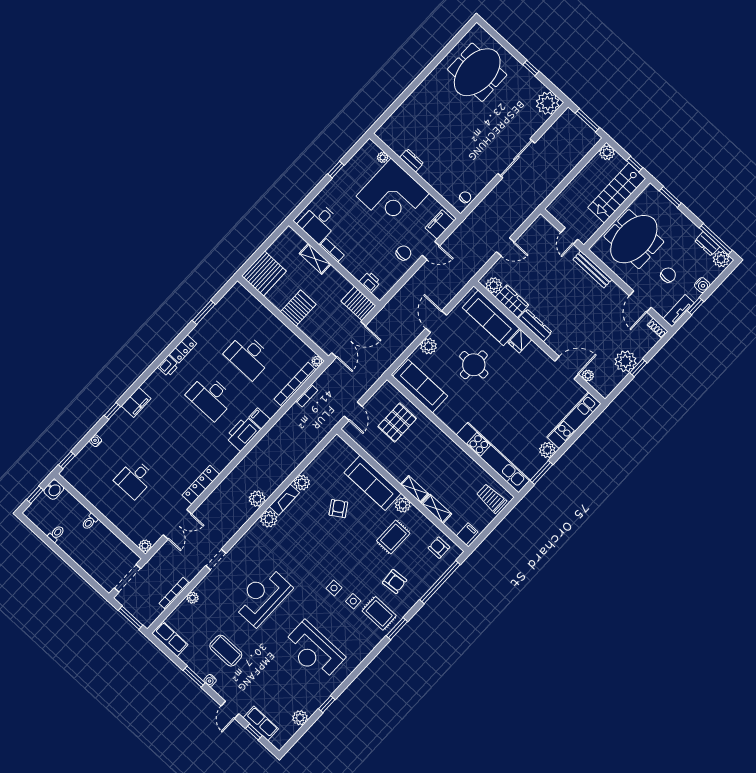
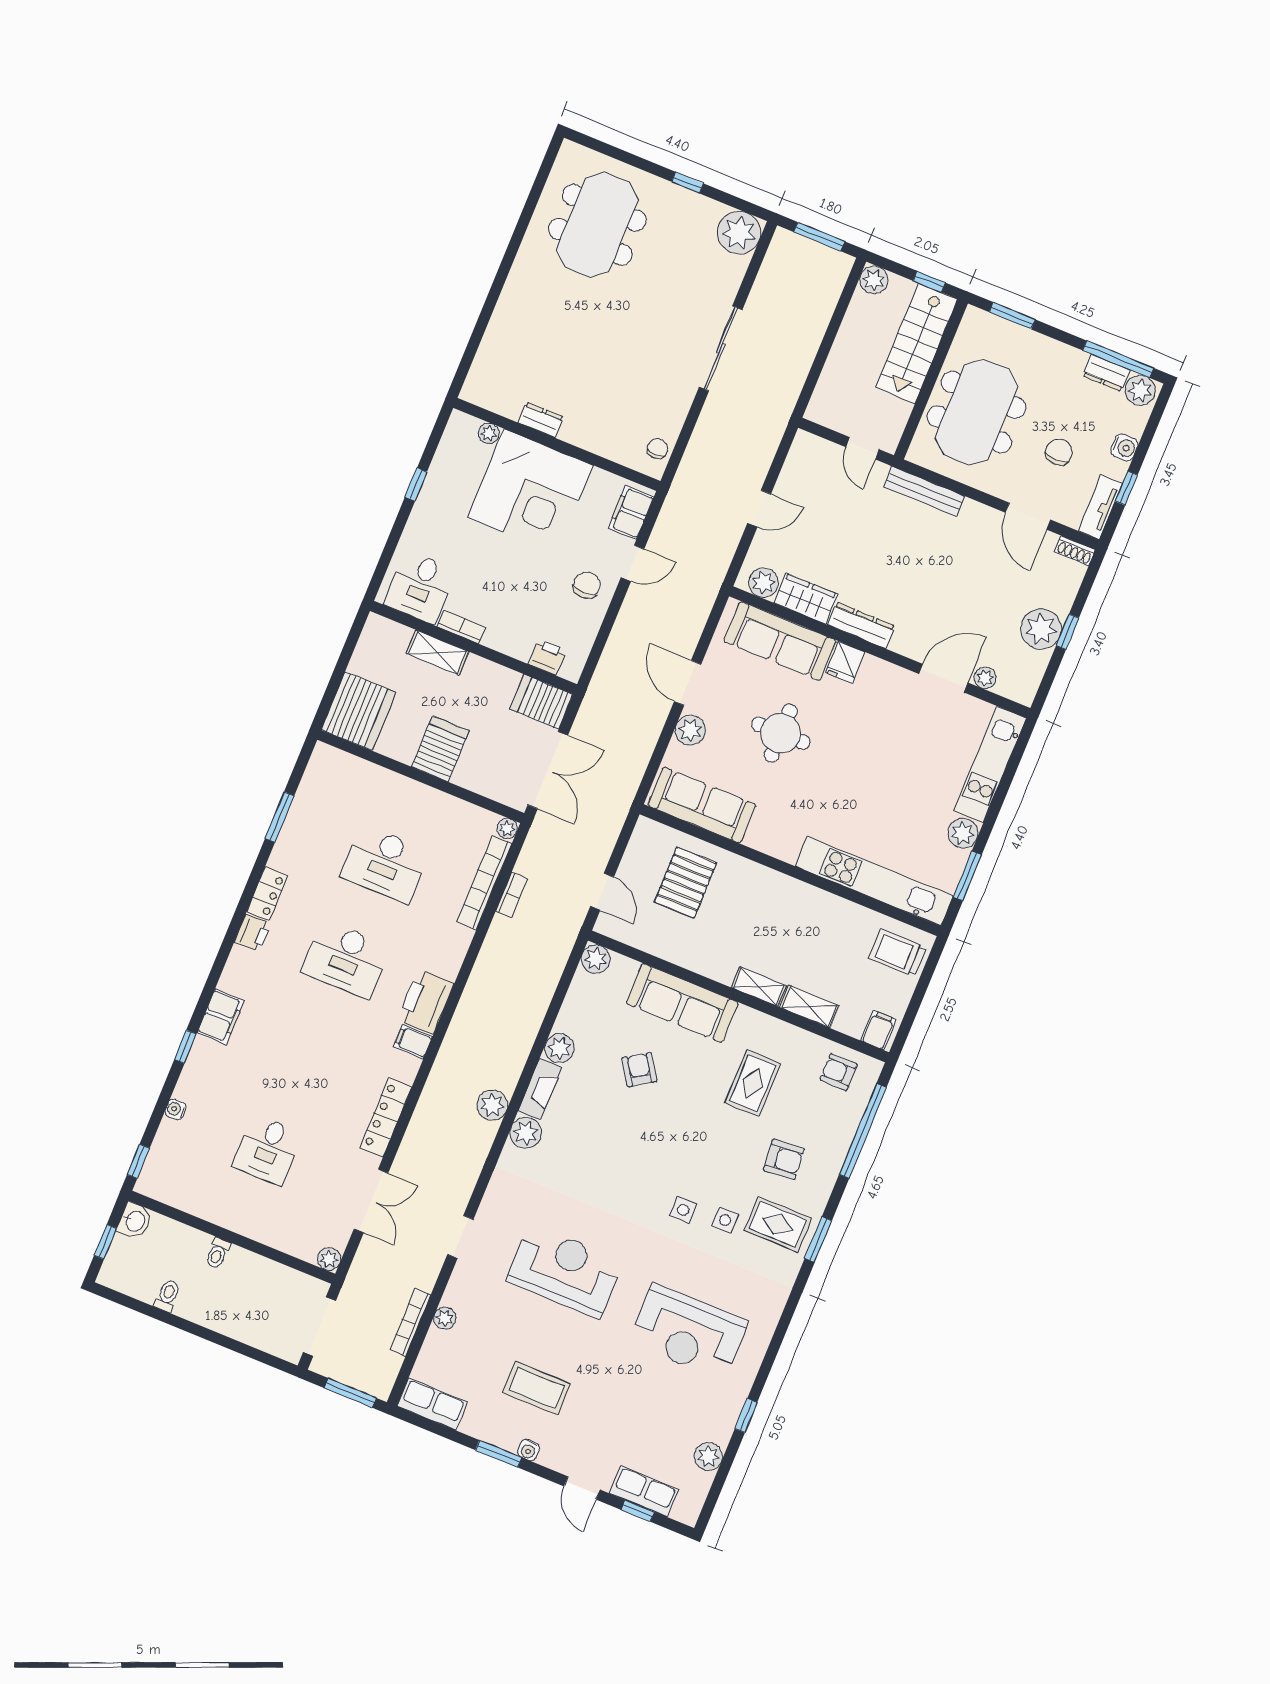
filing cabinet: (260, 418) -> (413, 1042), moved
plant: (403, 505) -> (596, 959), moved
reception desk: (262, 597) -> (565, 1271), turned 90

